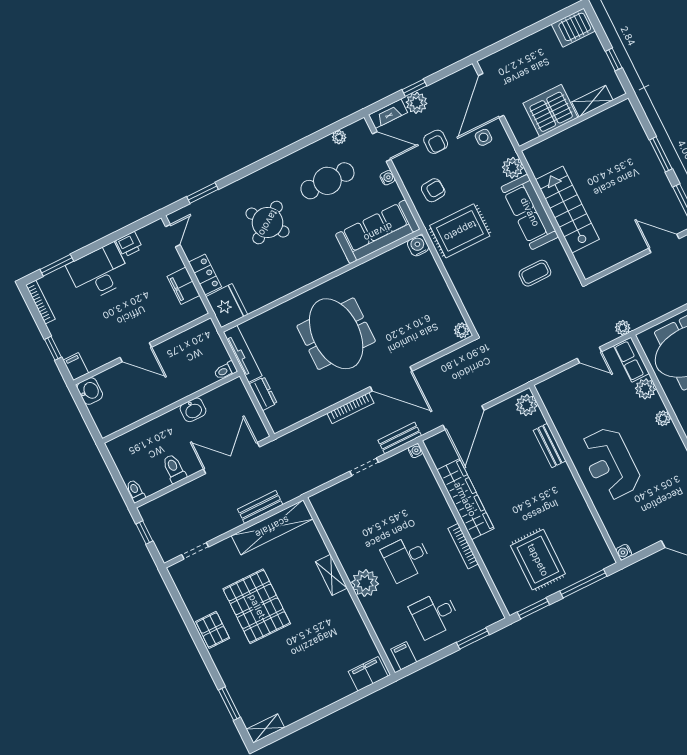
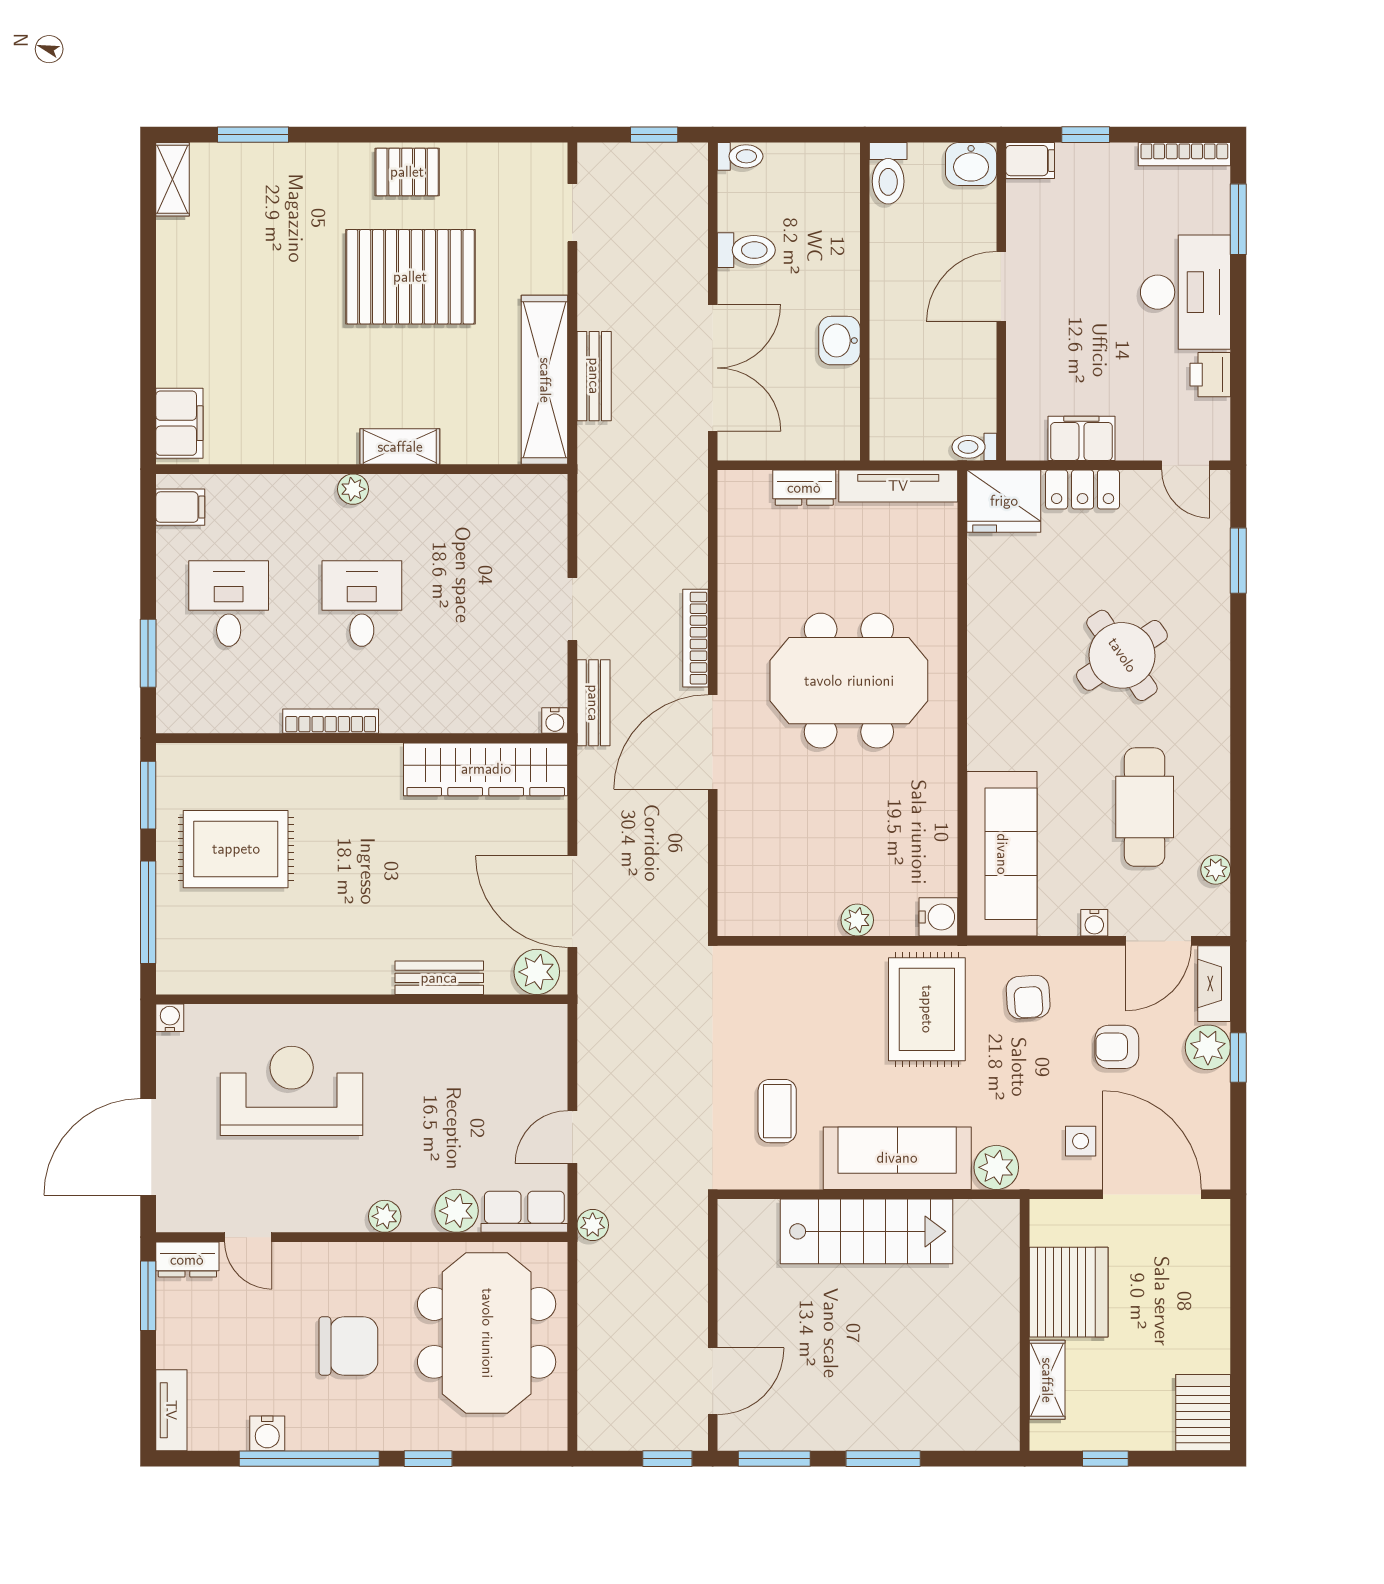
plant: (462, 330) -> (857, 920), moved
toilet: (225, 370) -> (974, 447), moved, turned -90
door: (464, 418) -> (572, 902), moved
toilet: (111, 424) -> (888, 173), added
reception desk: (610, 464) -> (292, 1091), moved
wardrobe: (465, 499) -> (486, 769), moved
plant: (365, 583) -> (353, 489), width x0.53, depth x0.53

